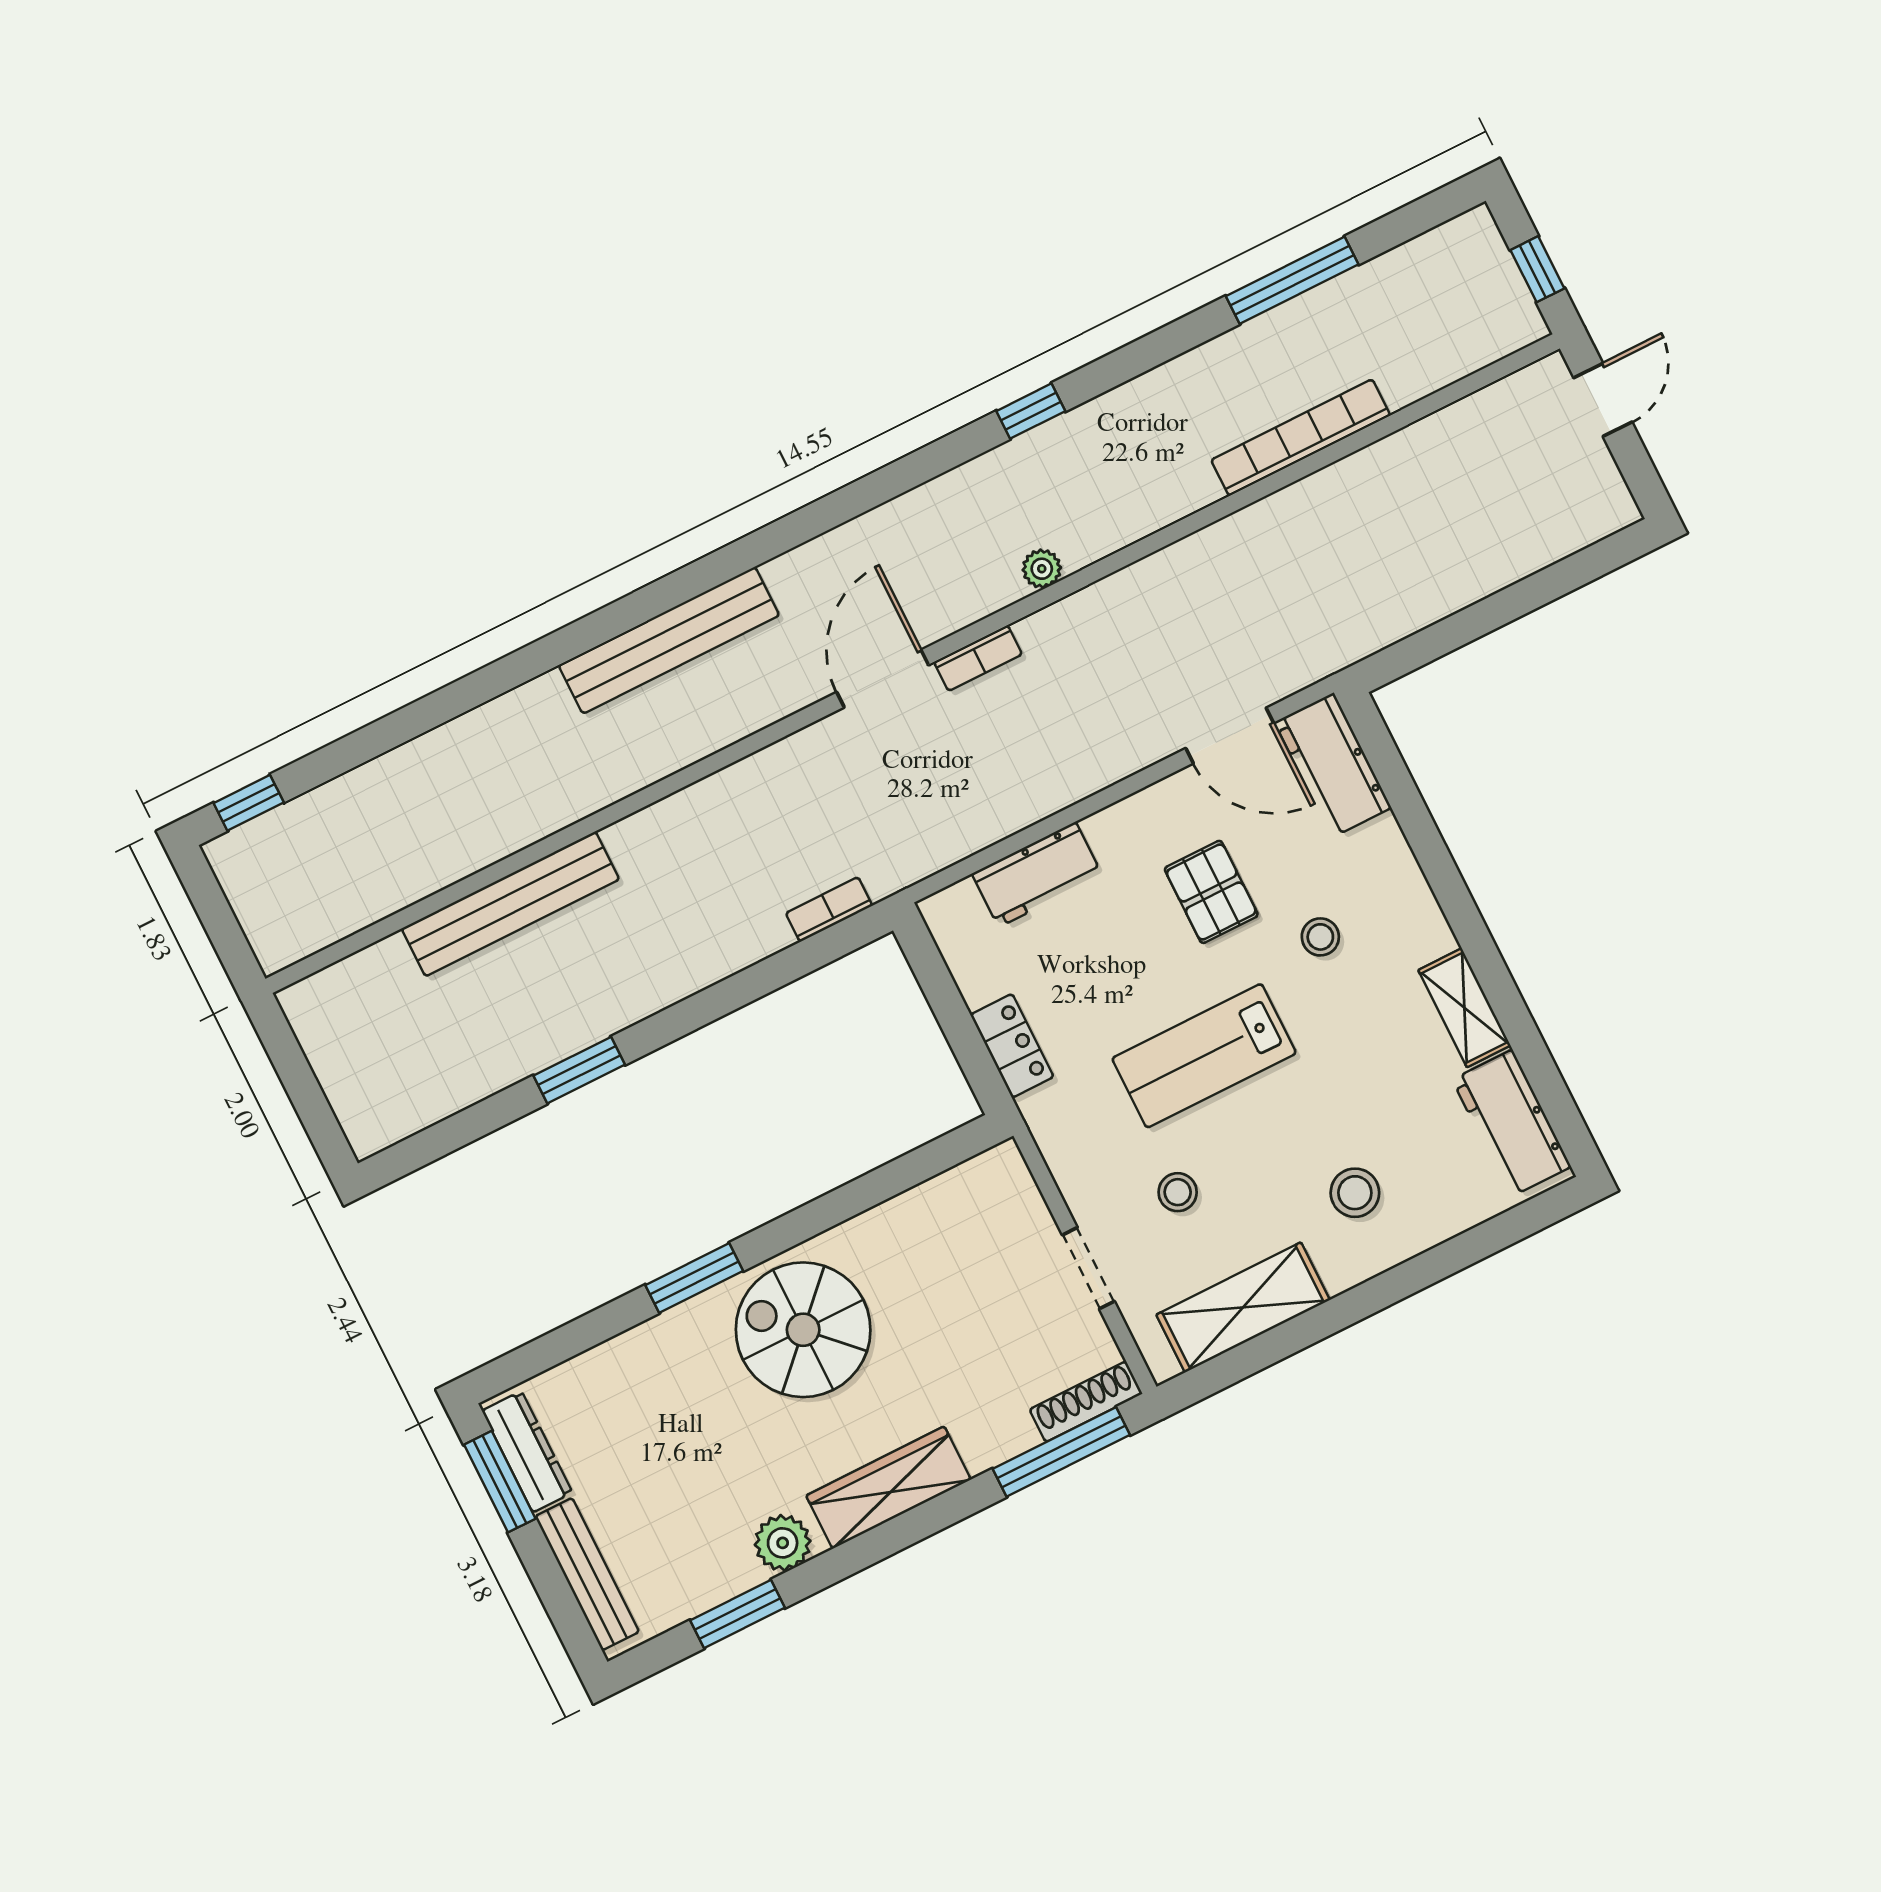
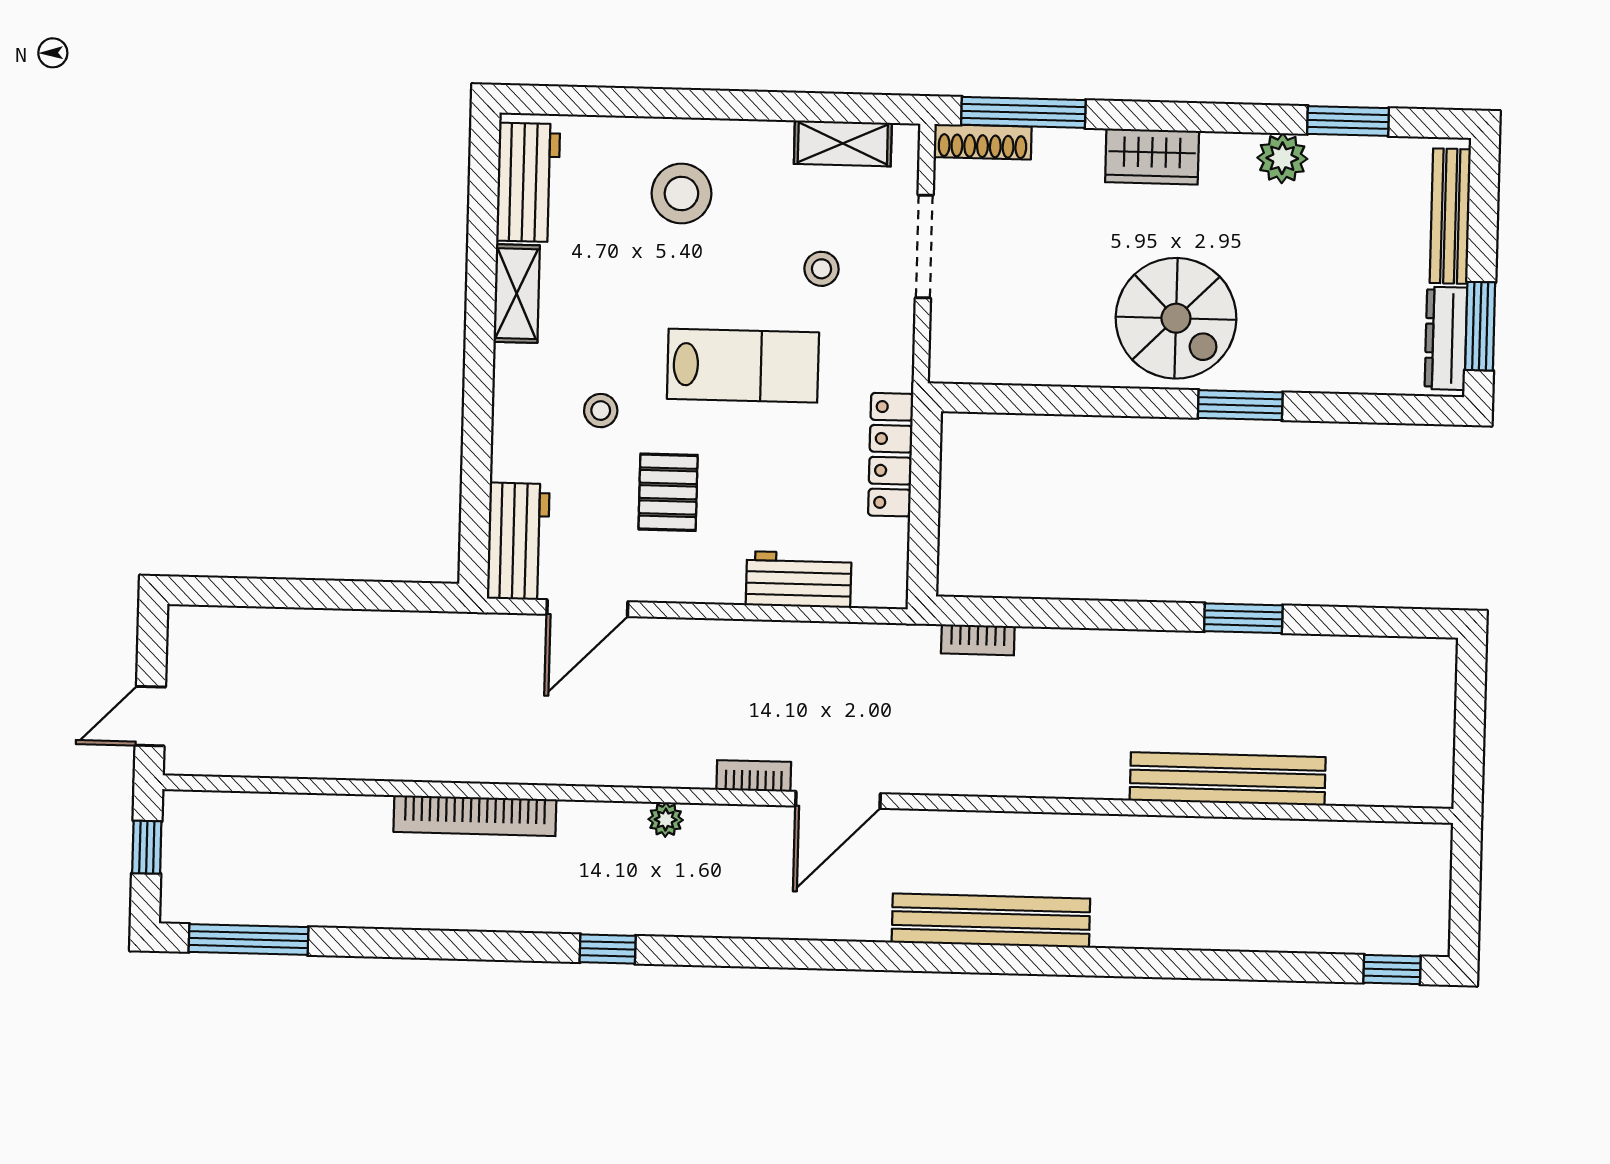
window: (1292, 280) -> (249, 940), moved
bookcase: (1301, 438) -> (475, 816), moved
door: (1230, 736) -> (587, 608), swing flipped
locker: (1012, 1046) -> (891, 455), width x1.53
stool: (1355, 1193) -> (681, 193), width x1.38, depth x1.38
doorway: (1088, 1268) -> (924, 247), width x1.38
shelving: (1243, 1307) -> (843, 143), width x0.67, depth x0.75
wardrobe: (888, 1488) -> (1152, 157), width x0.67

